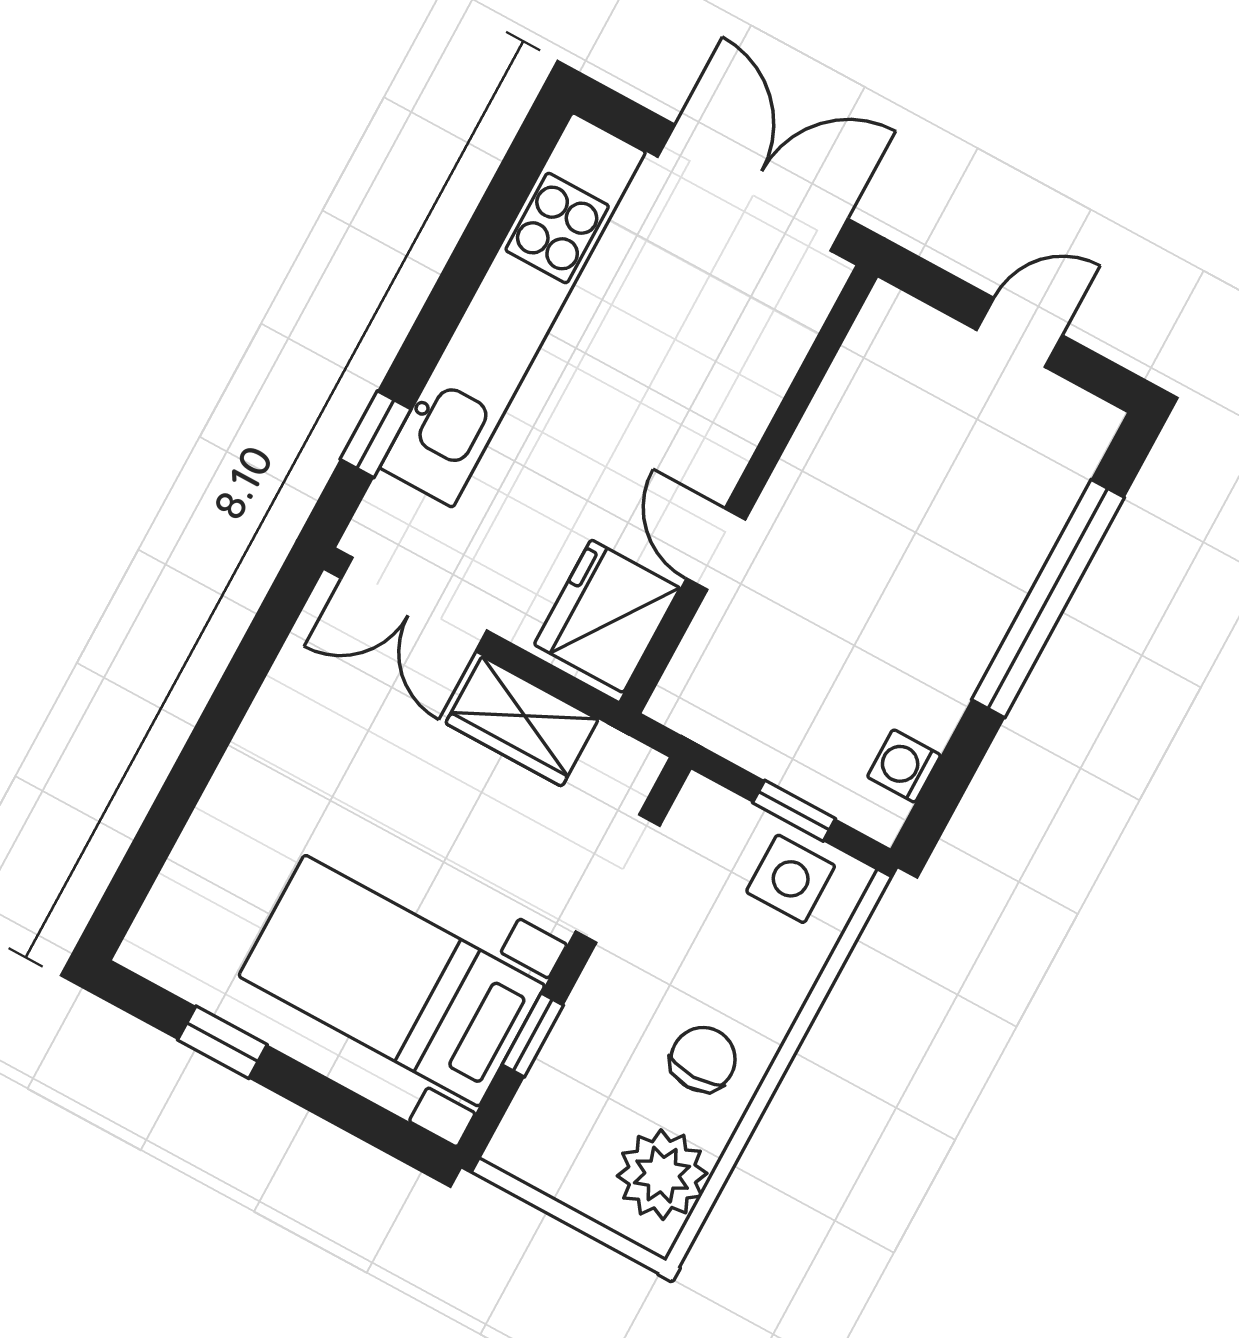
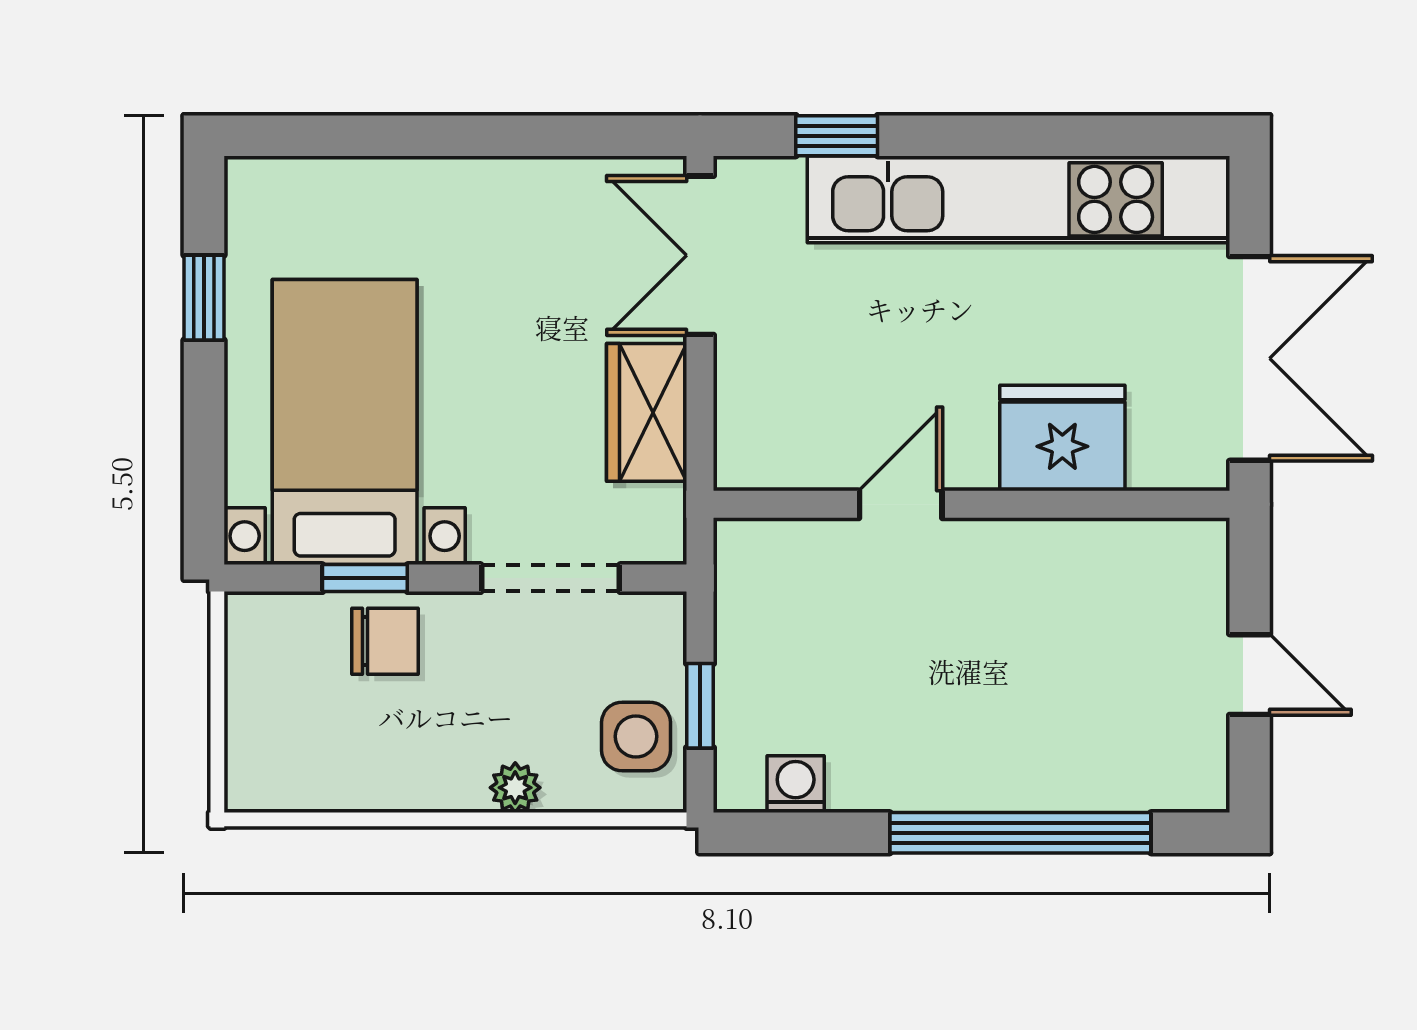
fridge: (607, 616) -> (1062, 438), moved
chair: (703, 1059) -> (385, 641), moved
plant: (662, 1175) -> (515, 788), moved, width x0.53, depth x0.53

